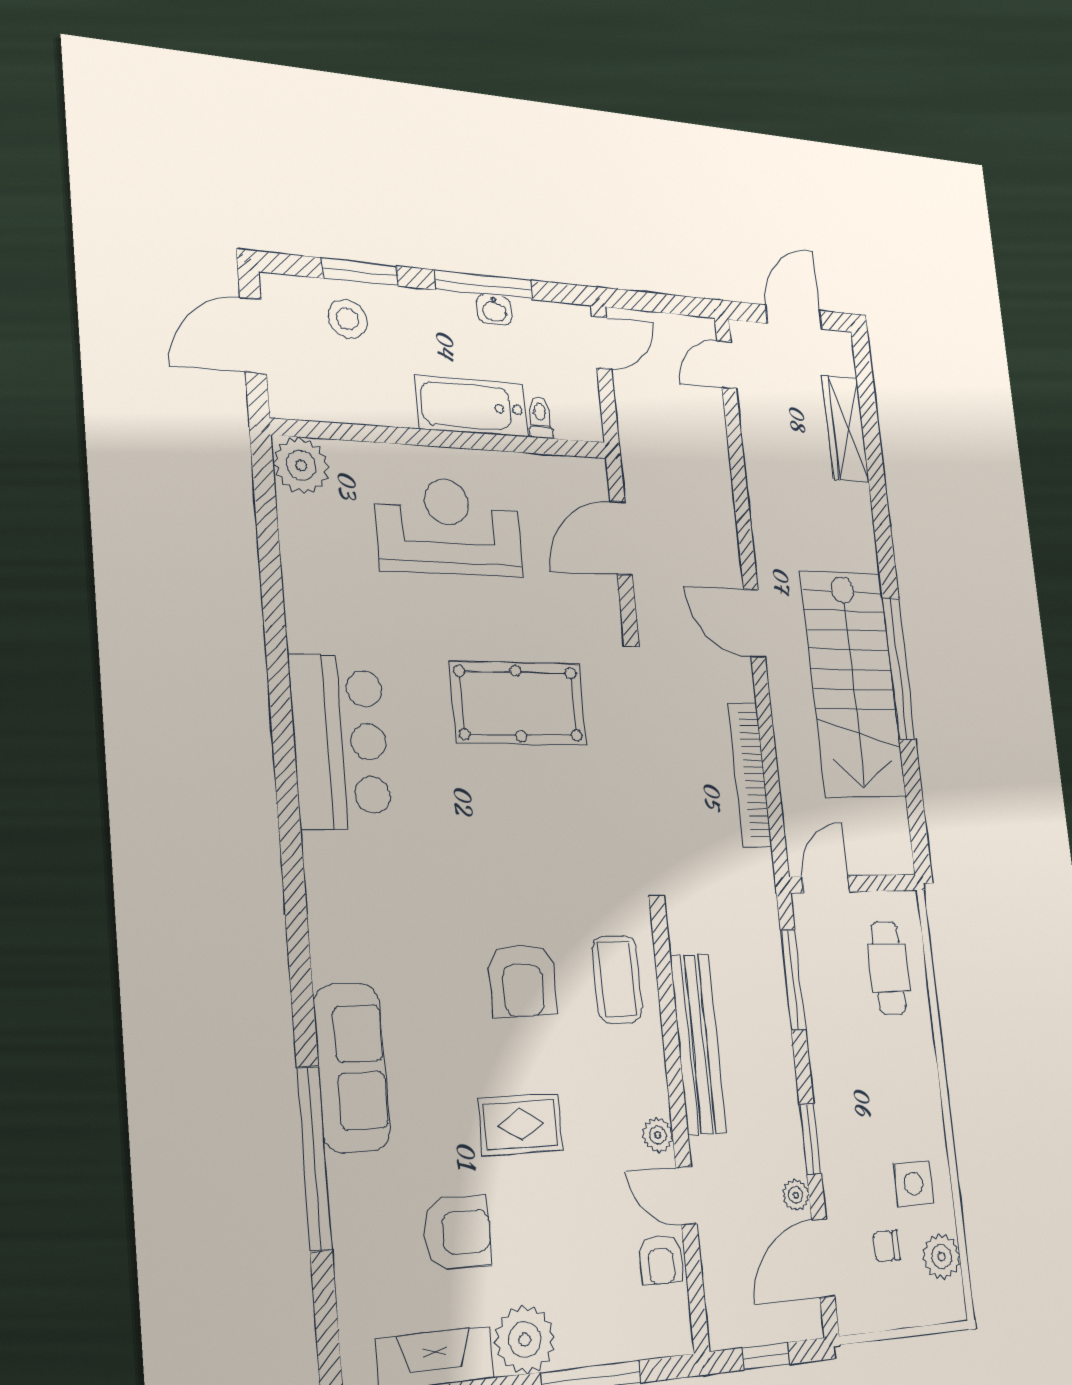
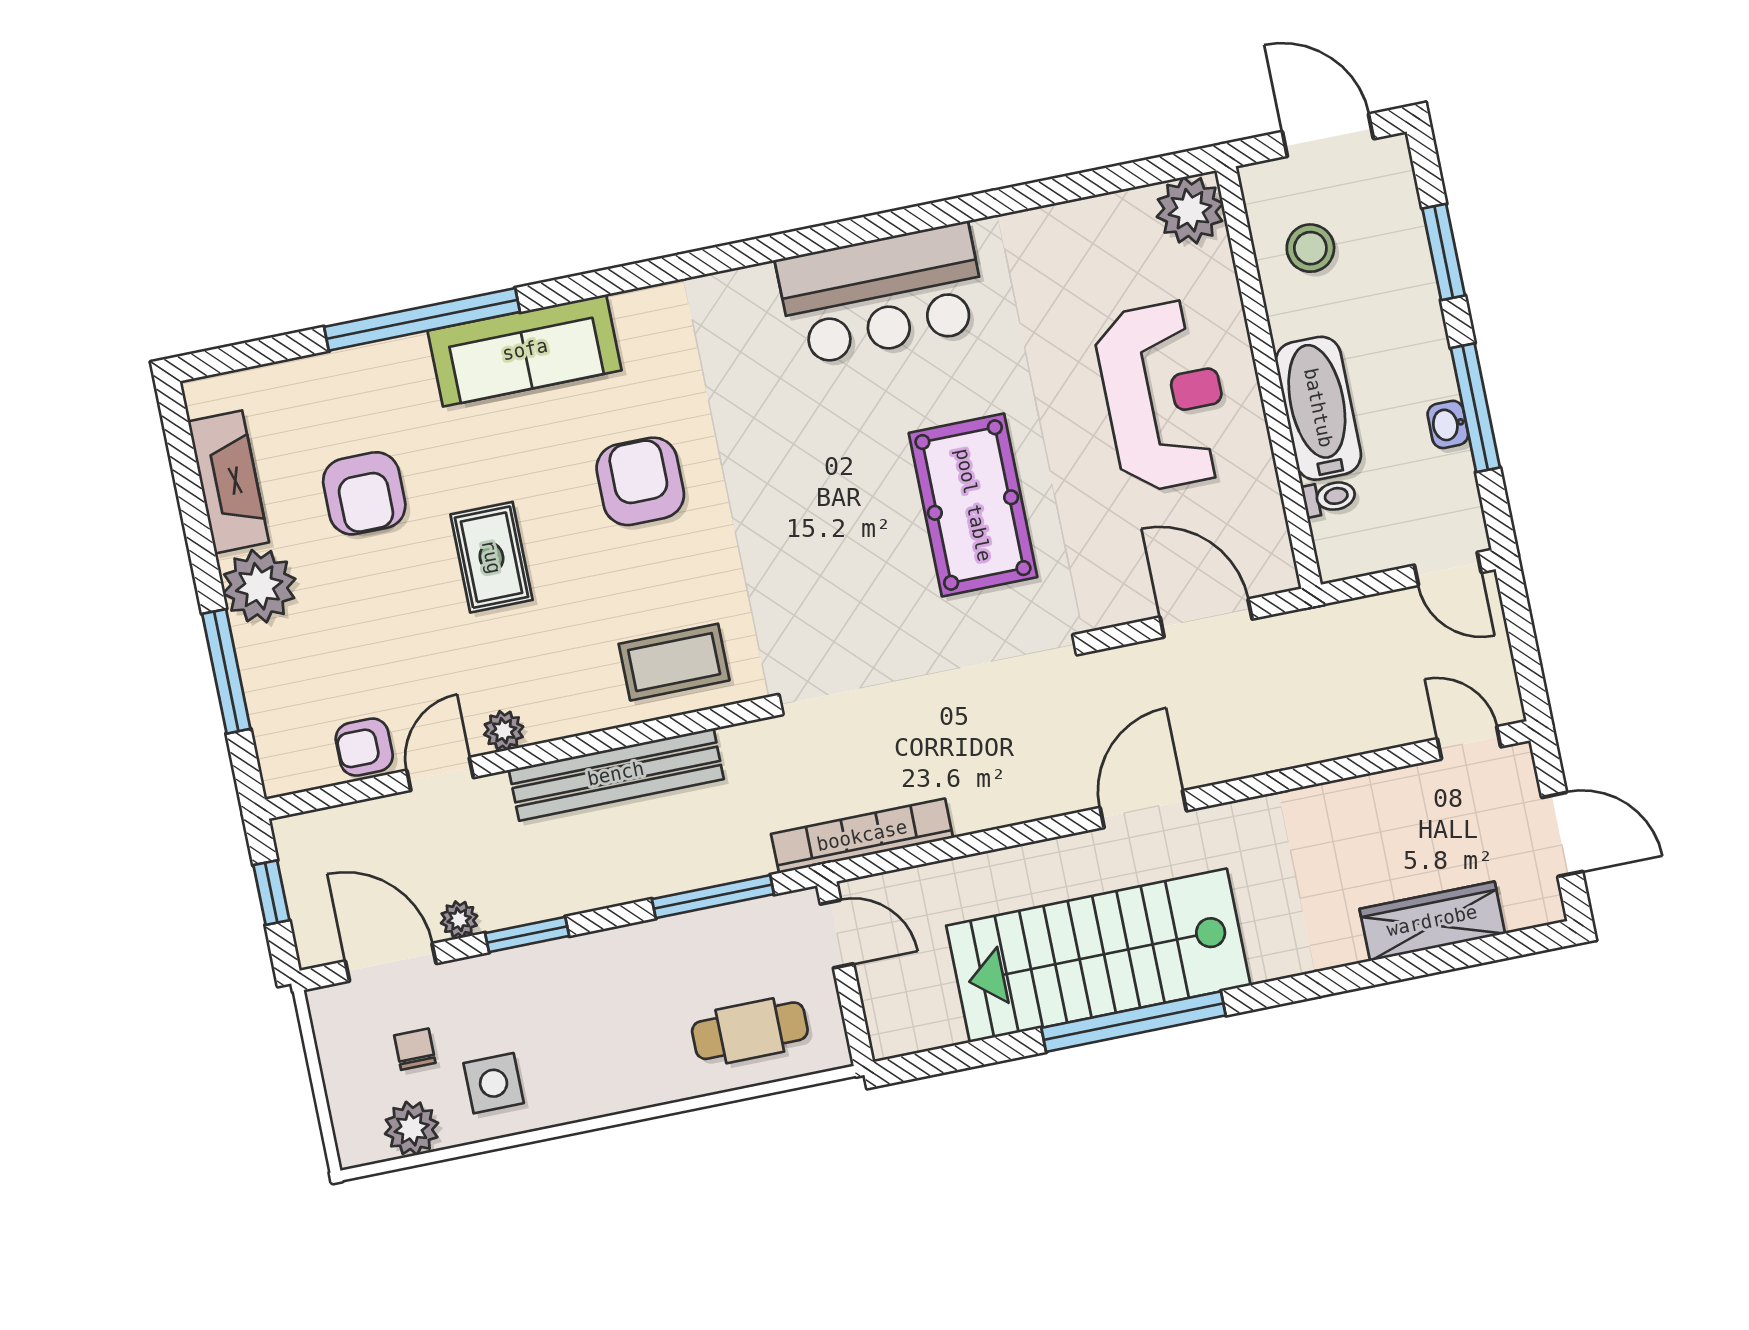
stool: (348, 319) -> (1310, 248), moved
bookcase: (750, 774) -> (862, 836), moved
armchair: (523, 980) -> (640, 481), moved, turned 90

